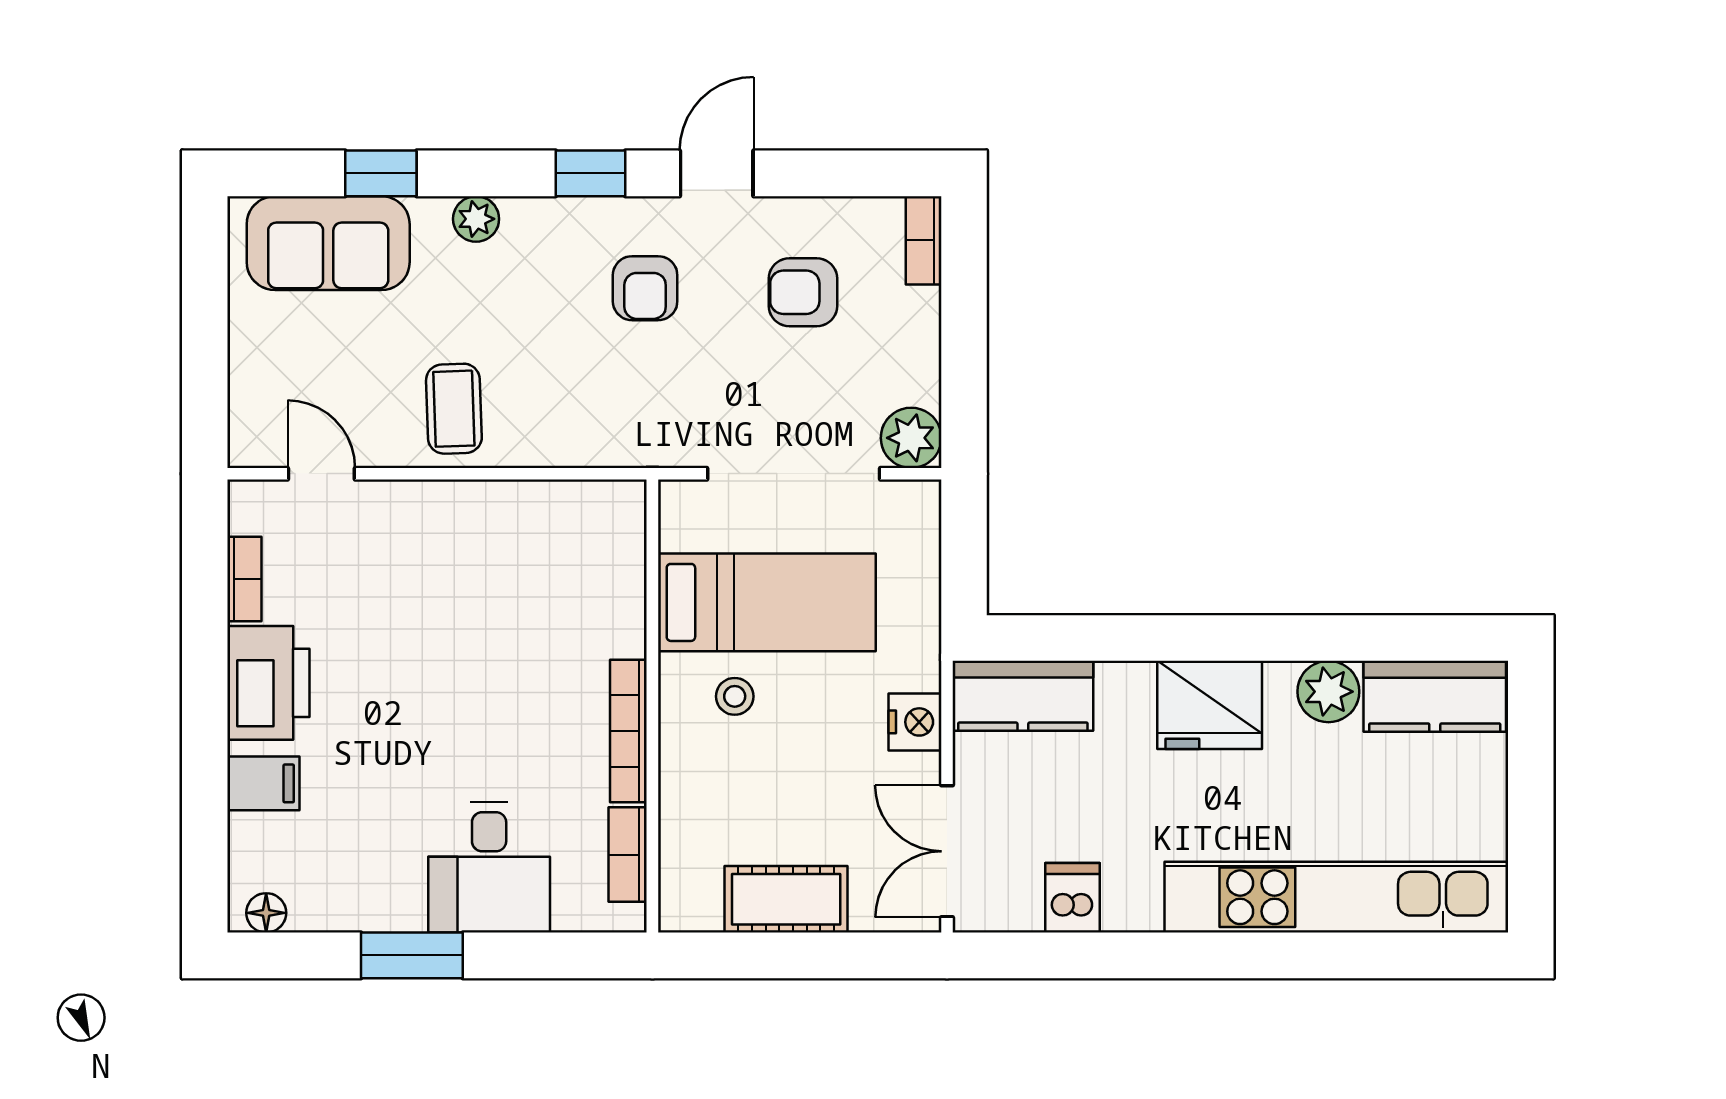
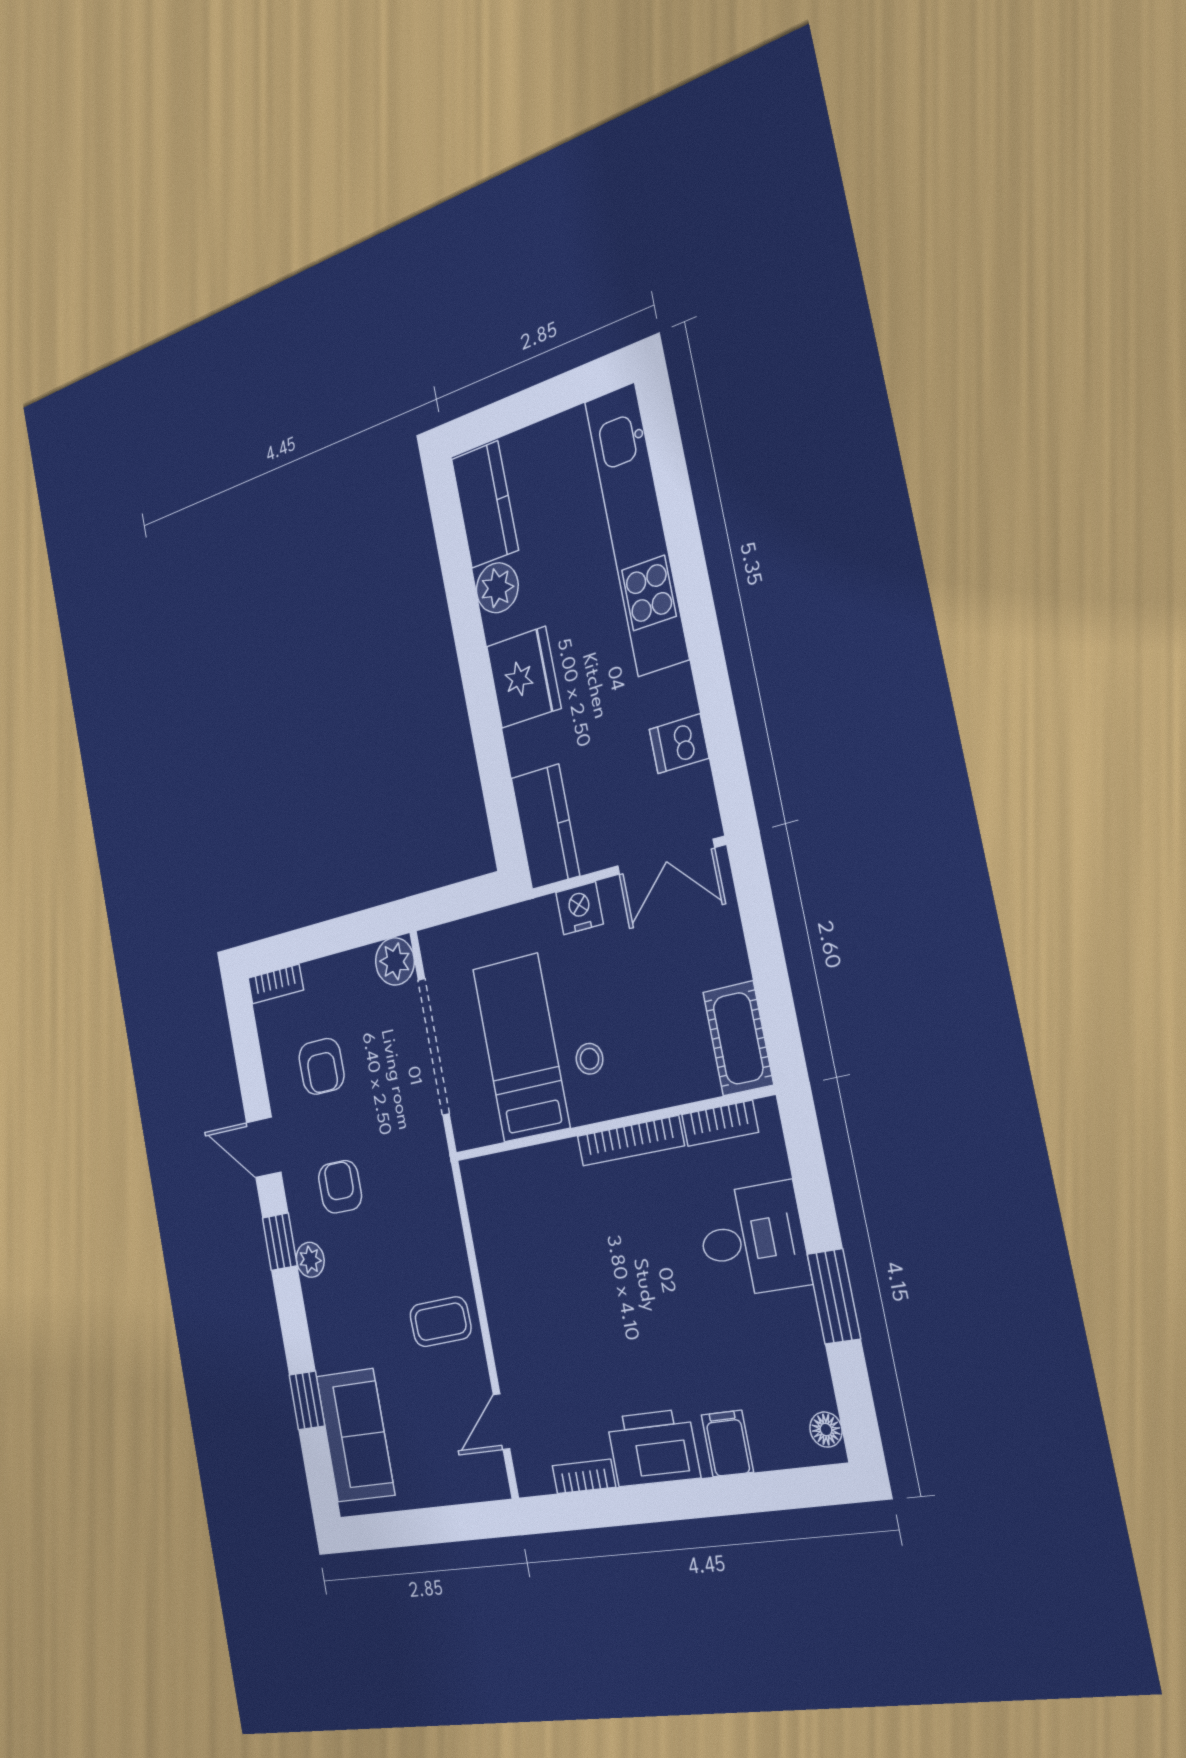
plant: (476, 219) -> (310, 1260), moved
armchair: (645, 288) -> (340, 1187), turned -90
cot: (786, 899) -> (738, 1038), moved

